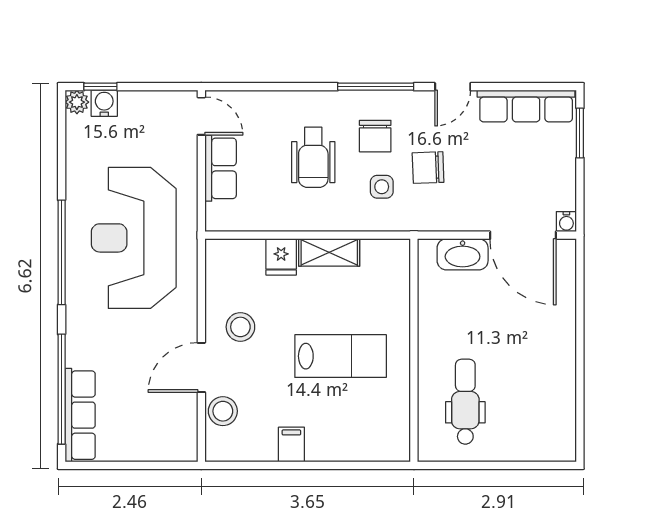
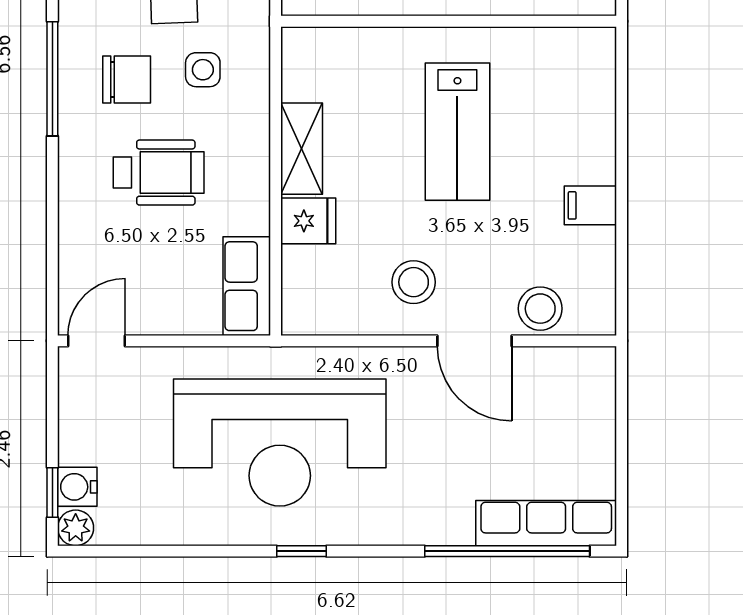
row of seats: (221, 168) -> (247, 286), moved, turned -90
window: (62, 252) -> (301, 551), width x0.32
lab bench: (341, 356) -> (457, 132), turned 180

